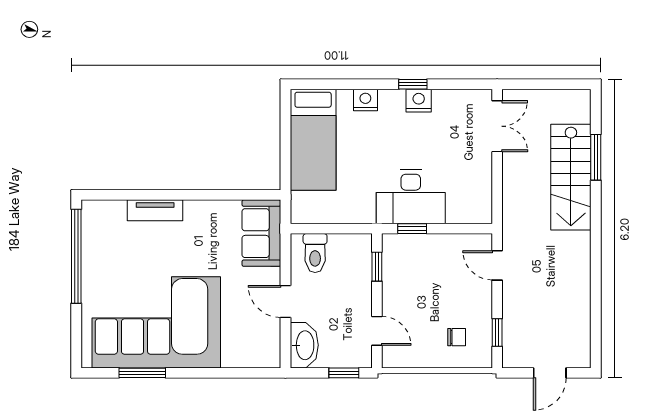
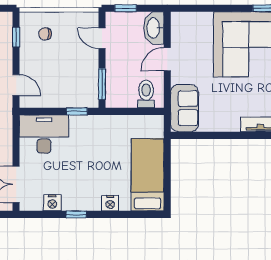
nightstand: (419, 101) -> (52, 203), moved
desk: (411, 197) -> (44, 134), moved
window: (377, 267) -> (102, 84), width x1.50
door: (285, 301) -> (167, 59), swing flipped

